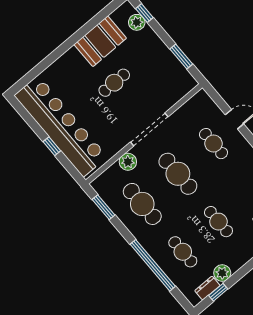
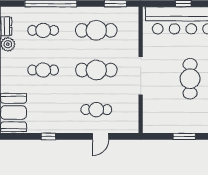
window: (181, 56) -> (184, 136), moved
cafe table: (114, 83) -> (190, 79), width x1.37, depth x1.35
plant: (128, 162) -> (131, 44), removed

